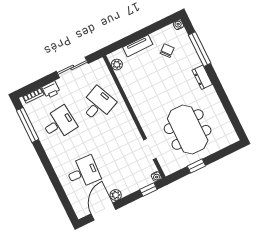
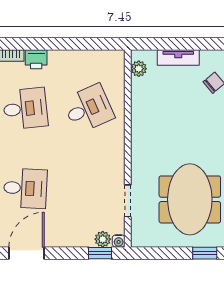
sliding door: (72, 67) -> (78, 44), removed
window: (196, 166) -> (205, 253), moved
plant: (116, 195) -> (103, 239), moved

